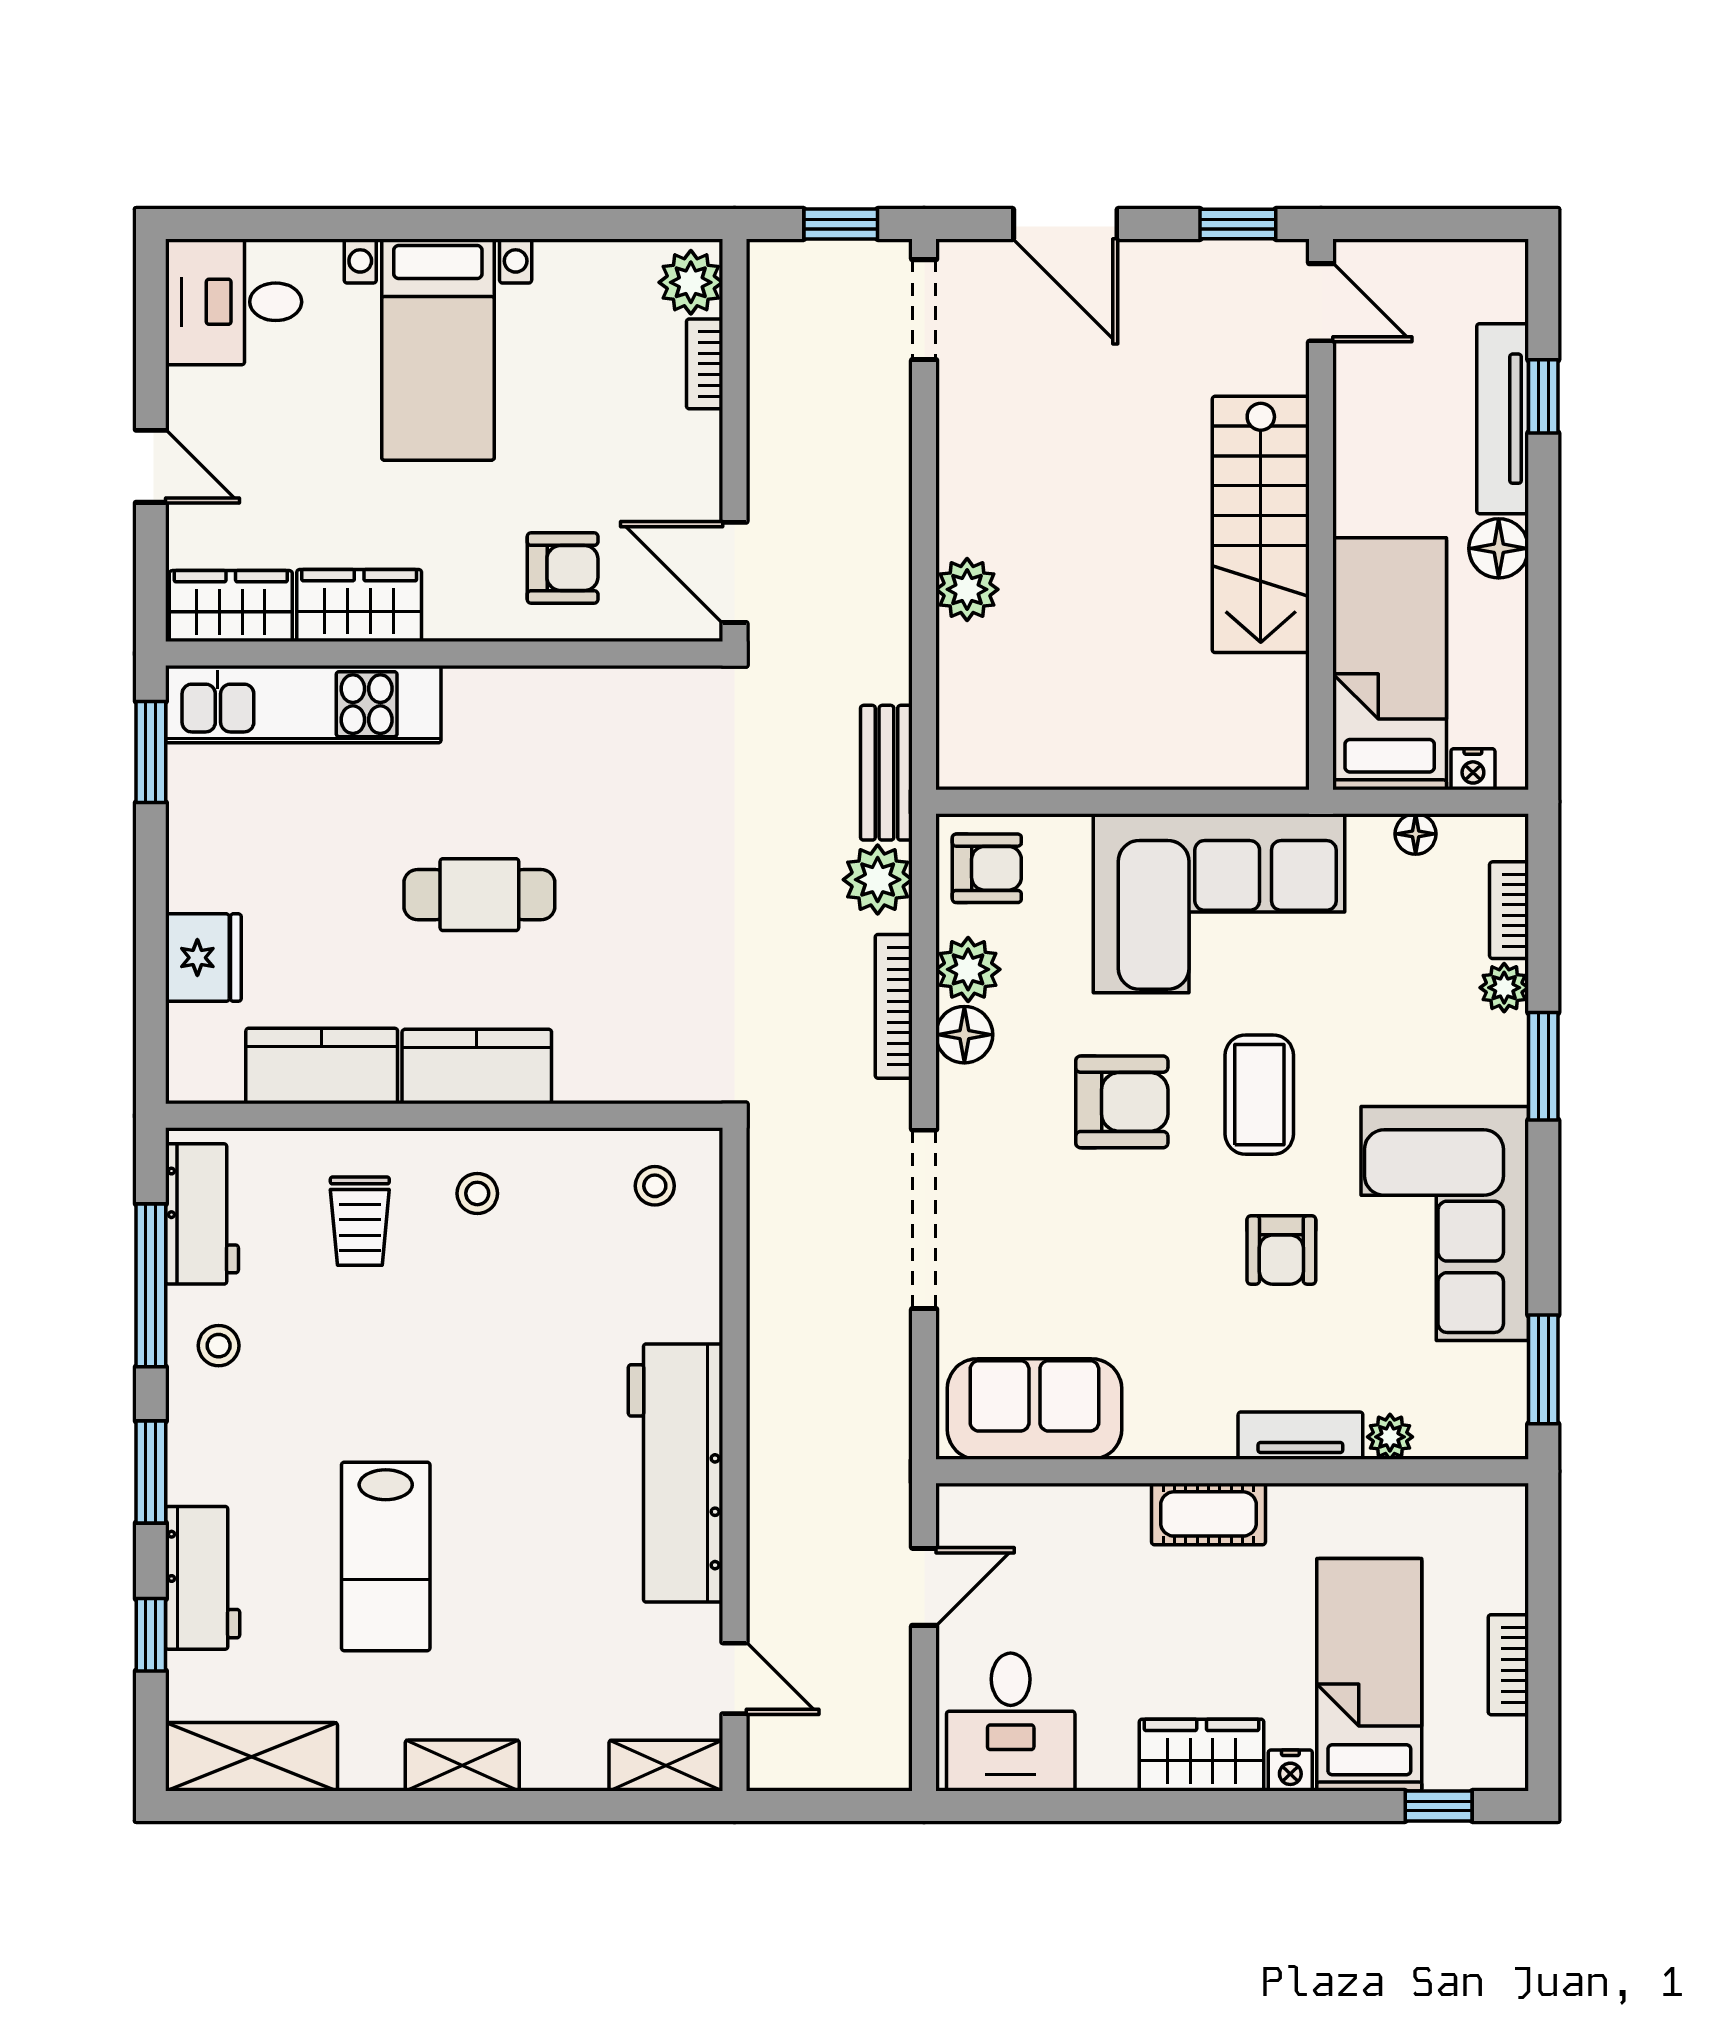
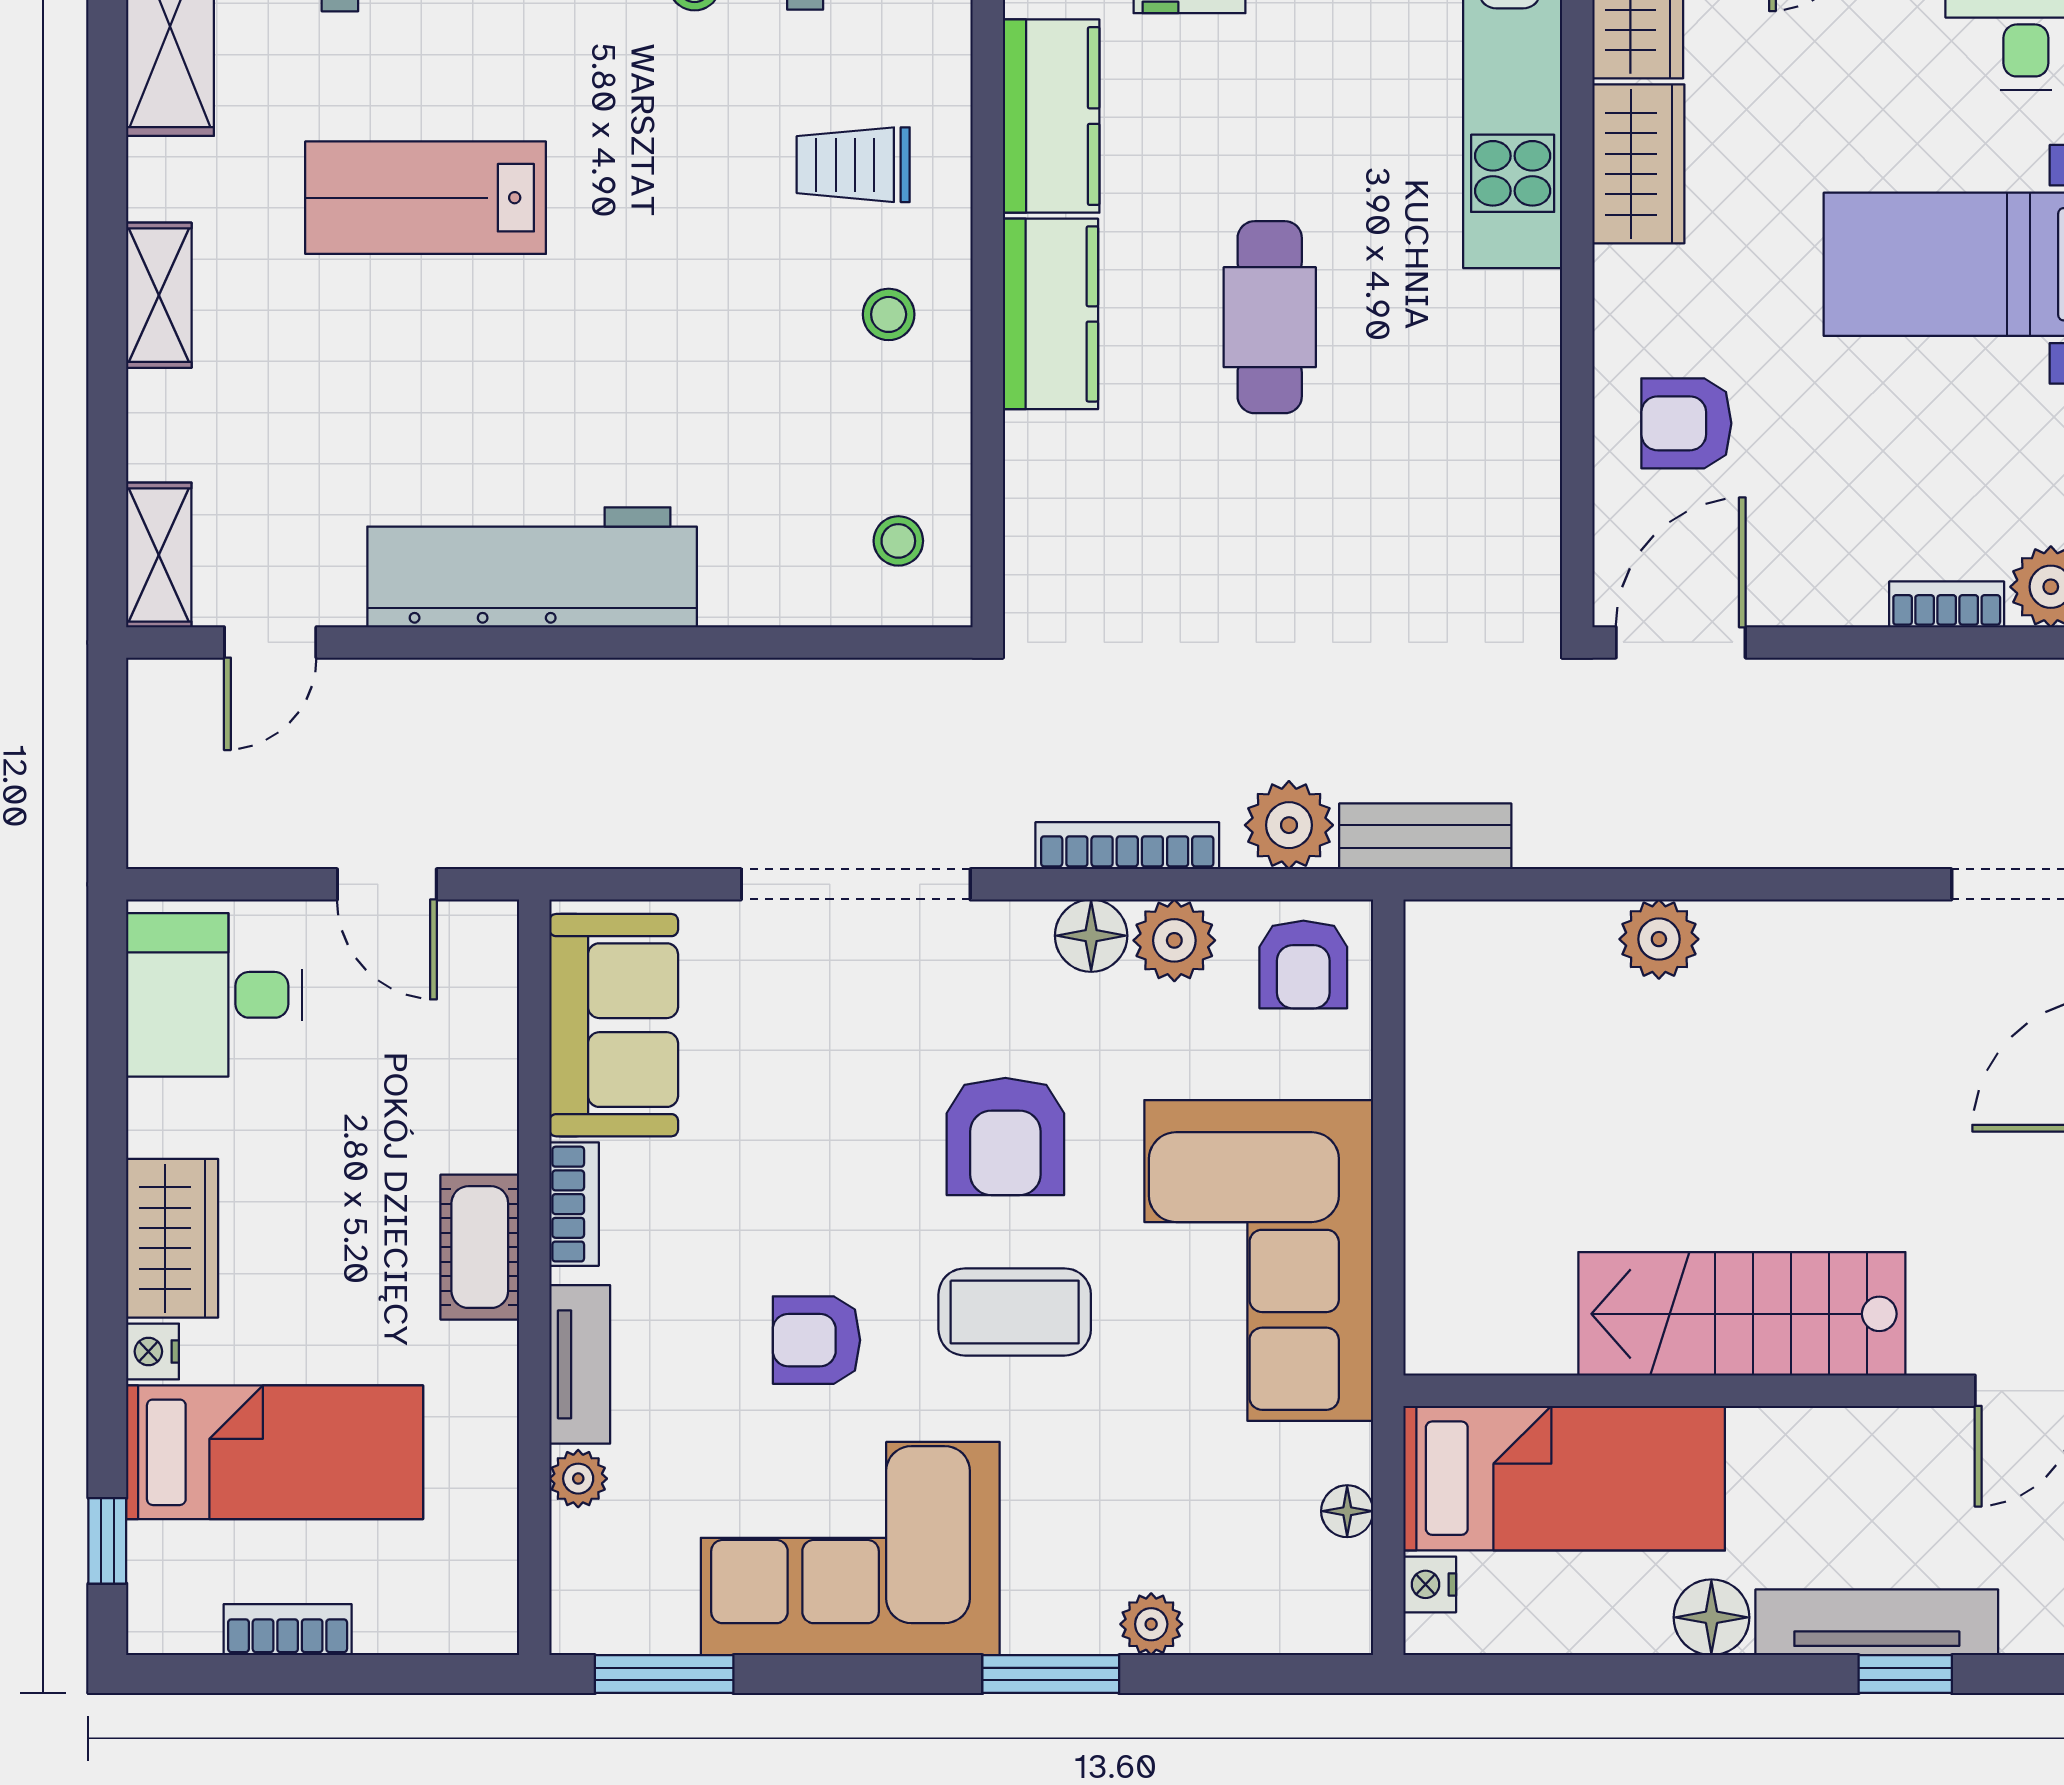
armchair: (563, 568) -> (1686, 423), turned 90
bookcase: (1509, 910) -> (574, 1204), moved, turned 90

